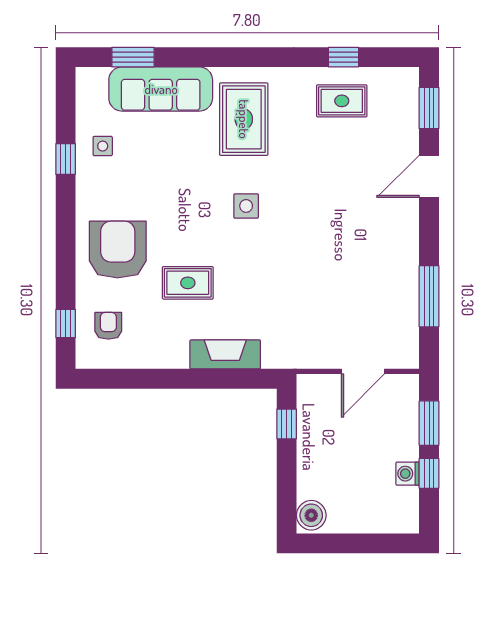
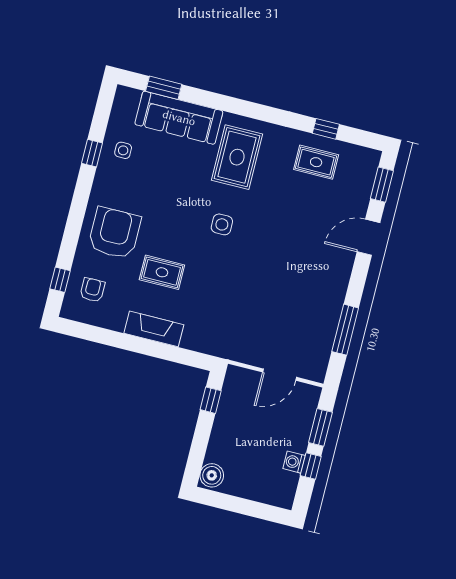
fireplace: (225, 354) -> (154, 329), moved

